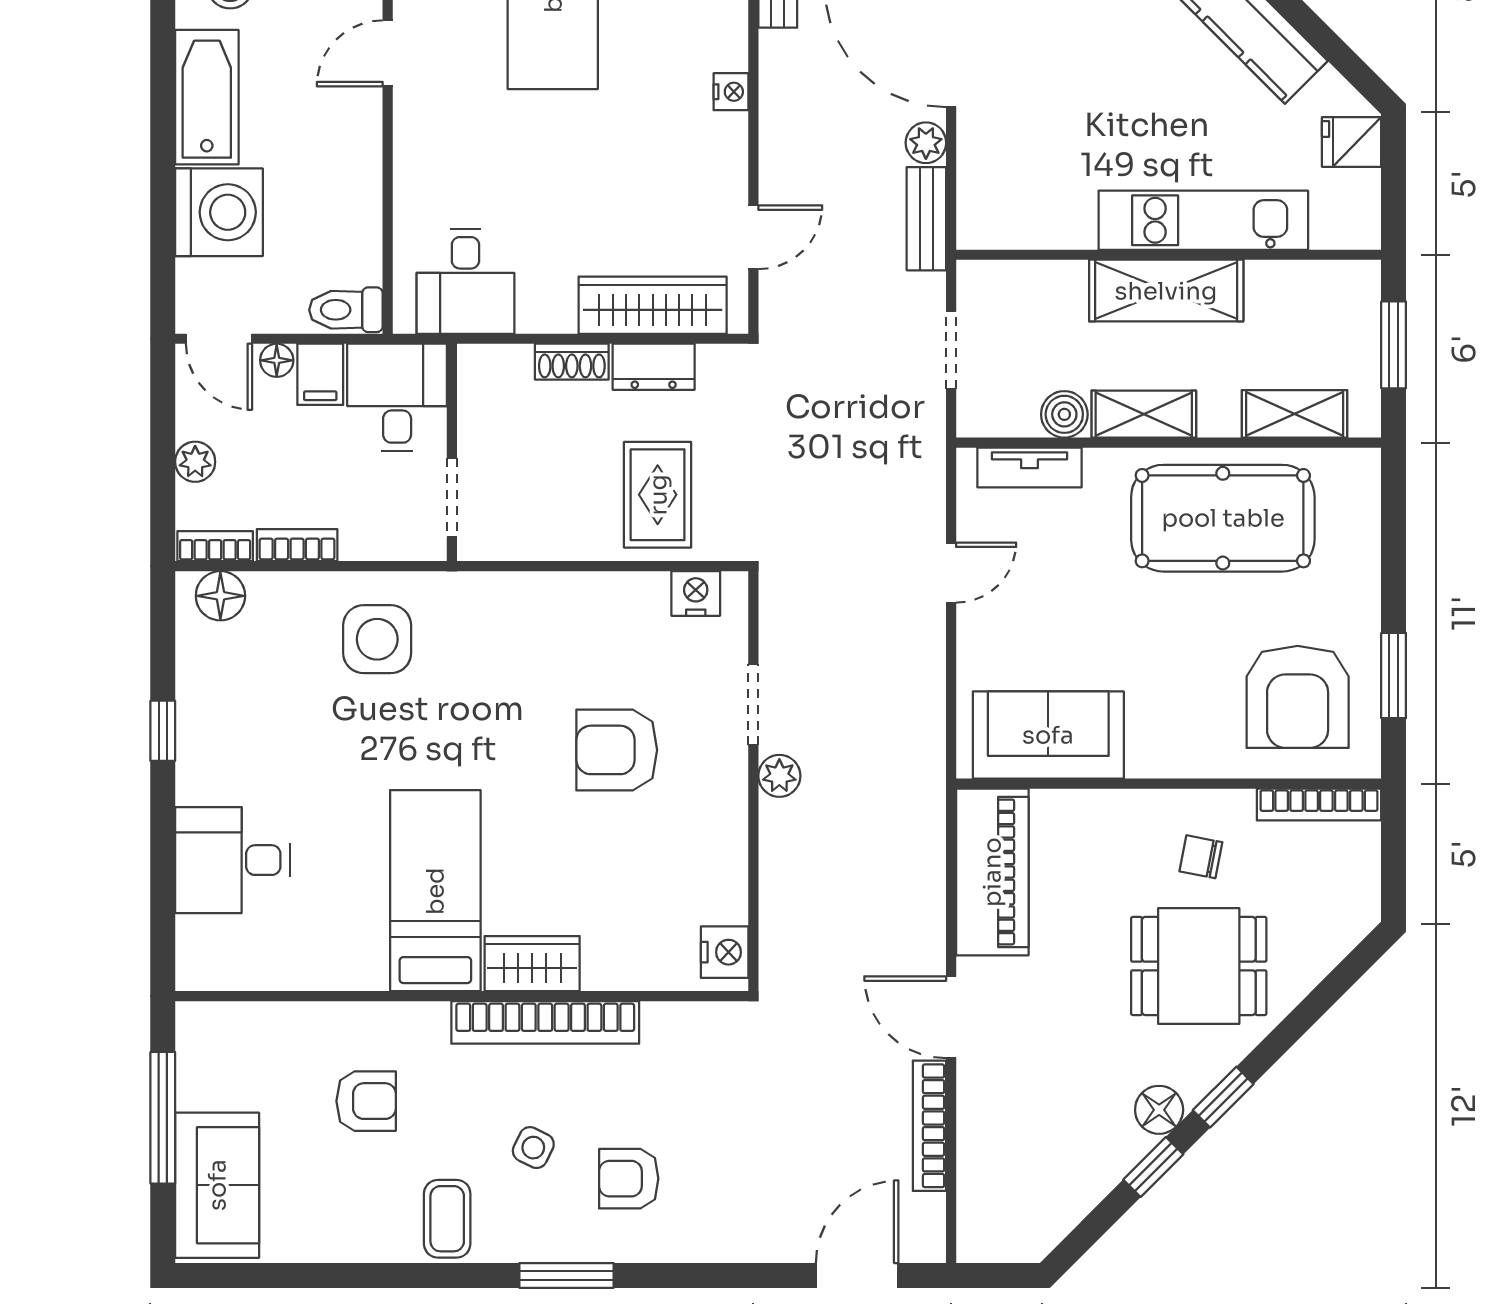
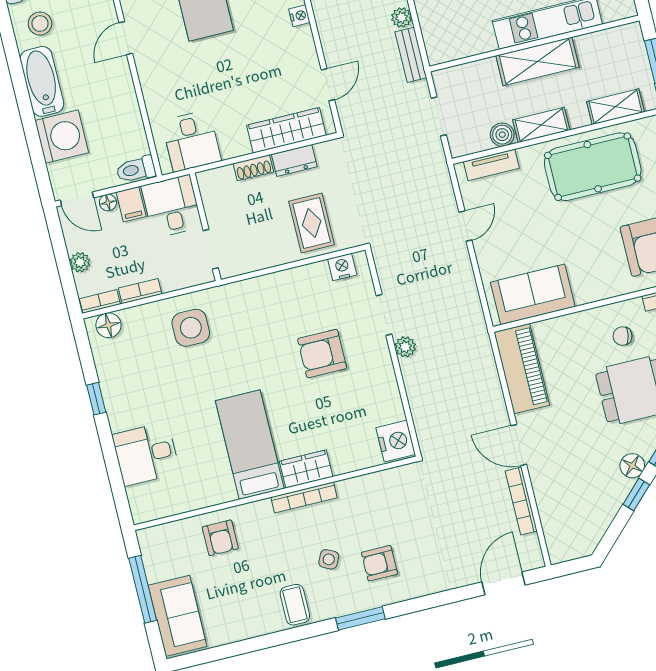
nightstand: (725, 952) -> (396, 441), width x1.36, depth x1.33
bookcase: (545, 1022) -> (304, 497), width x0.68, depth x0.76
armchair: (366, 1101) -> (220, 538), moved, turned 90

